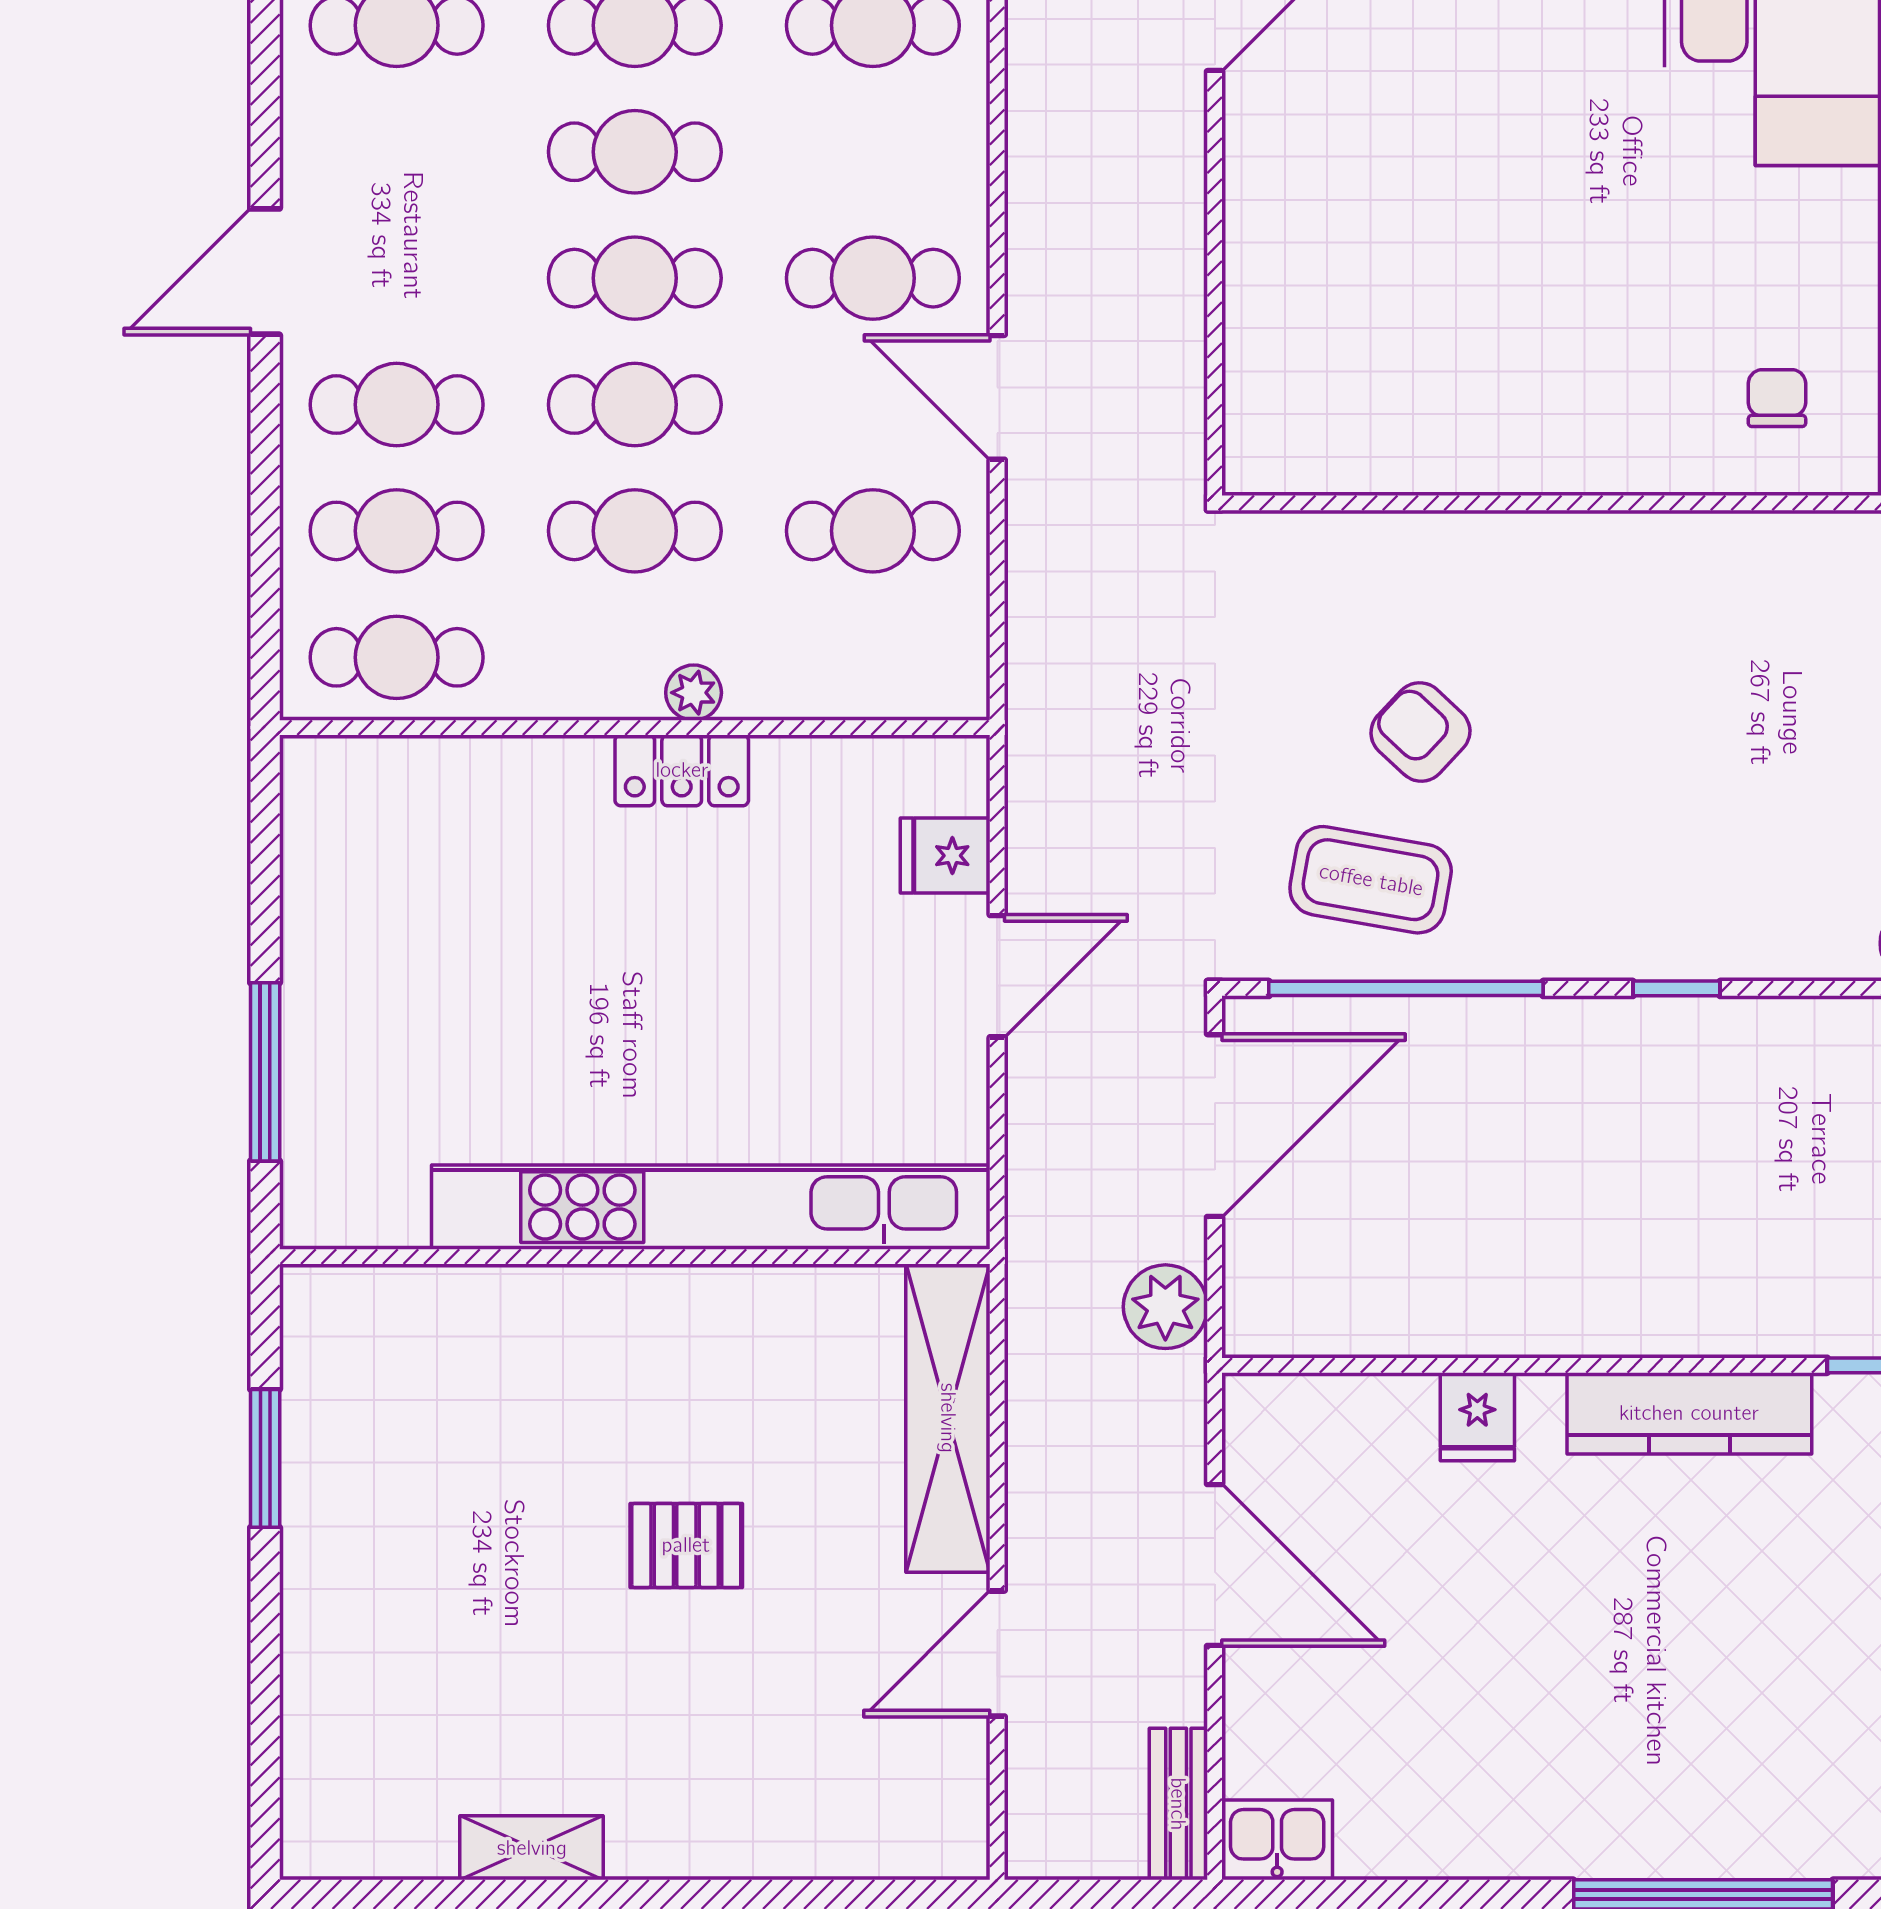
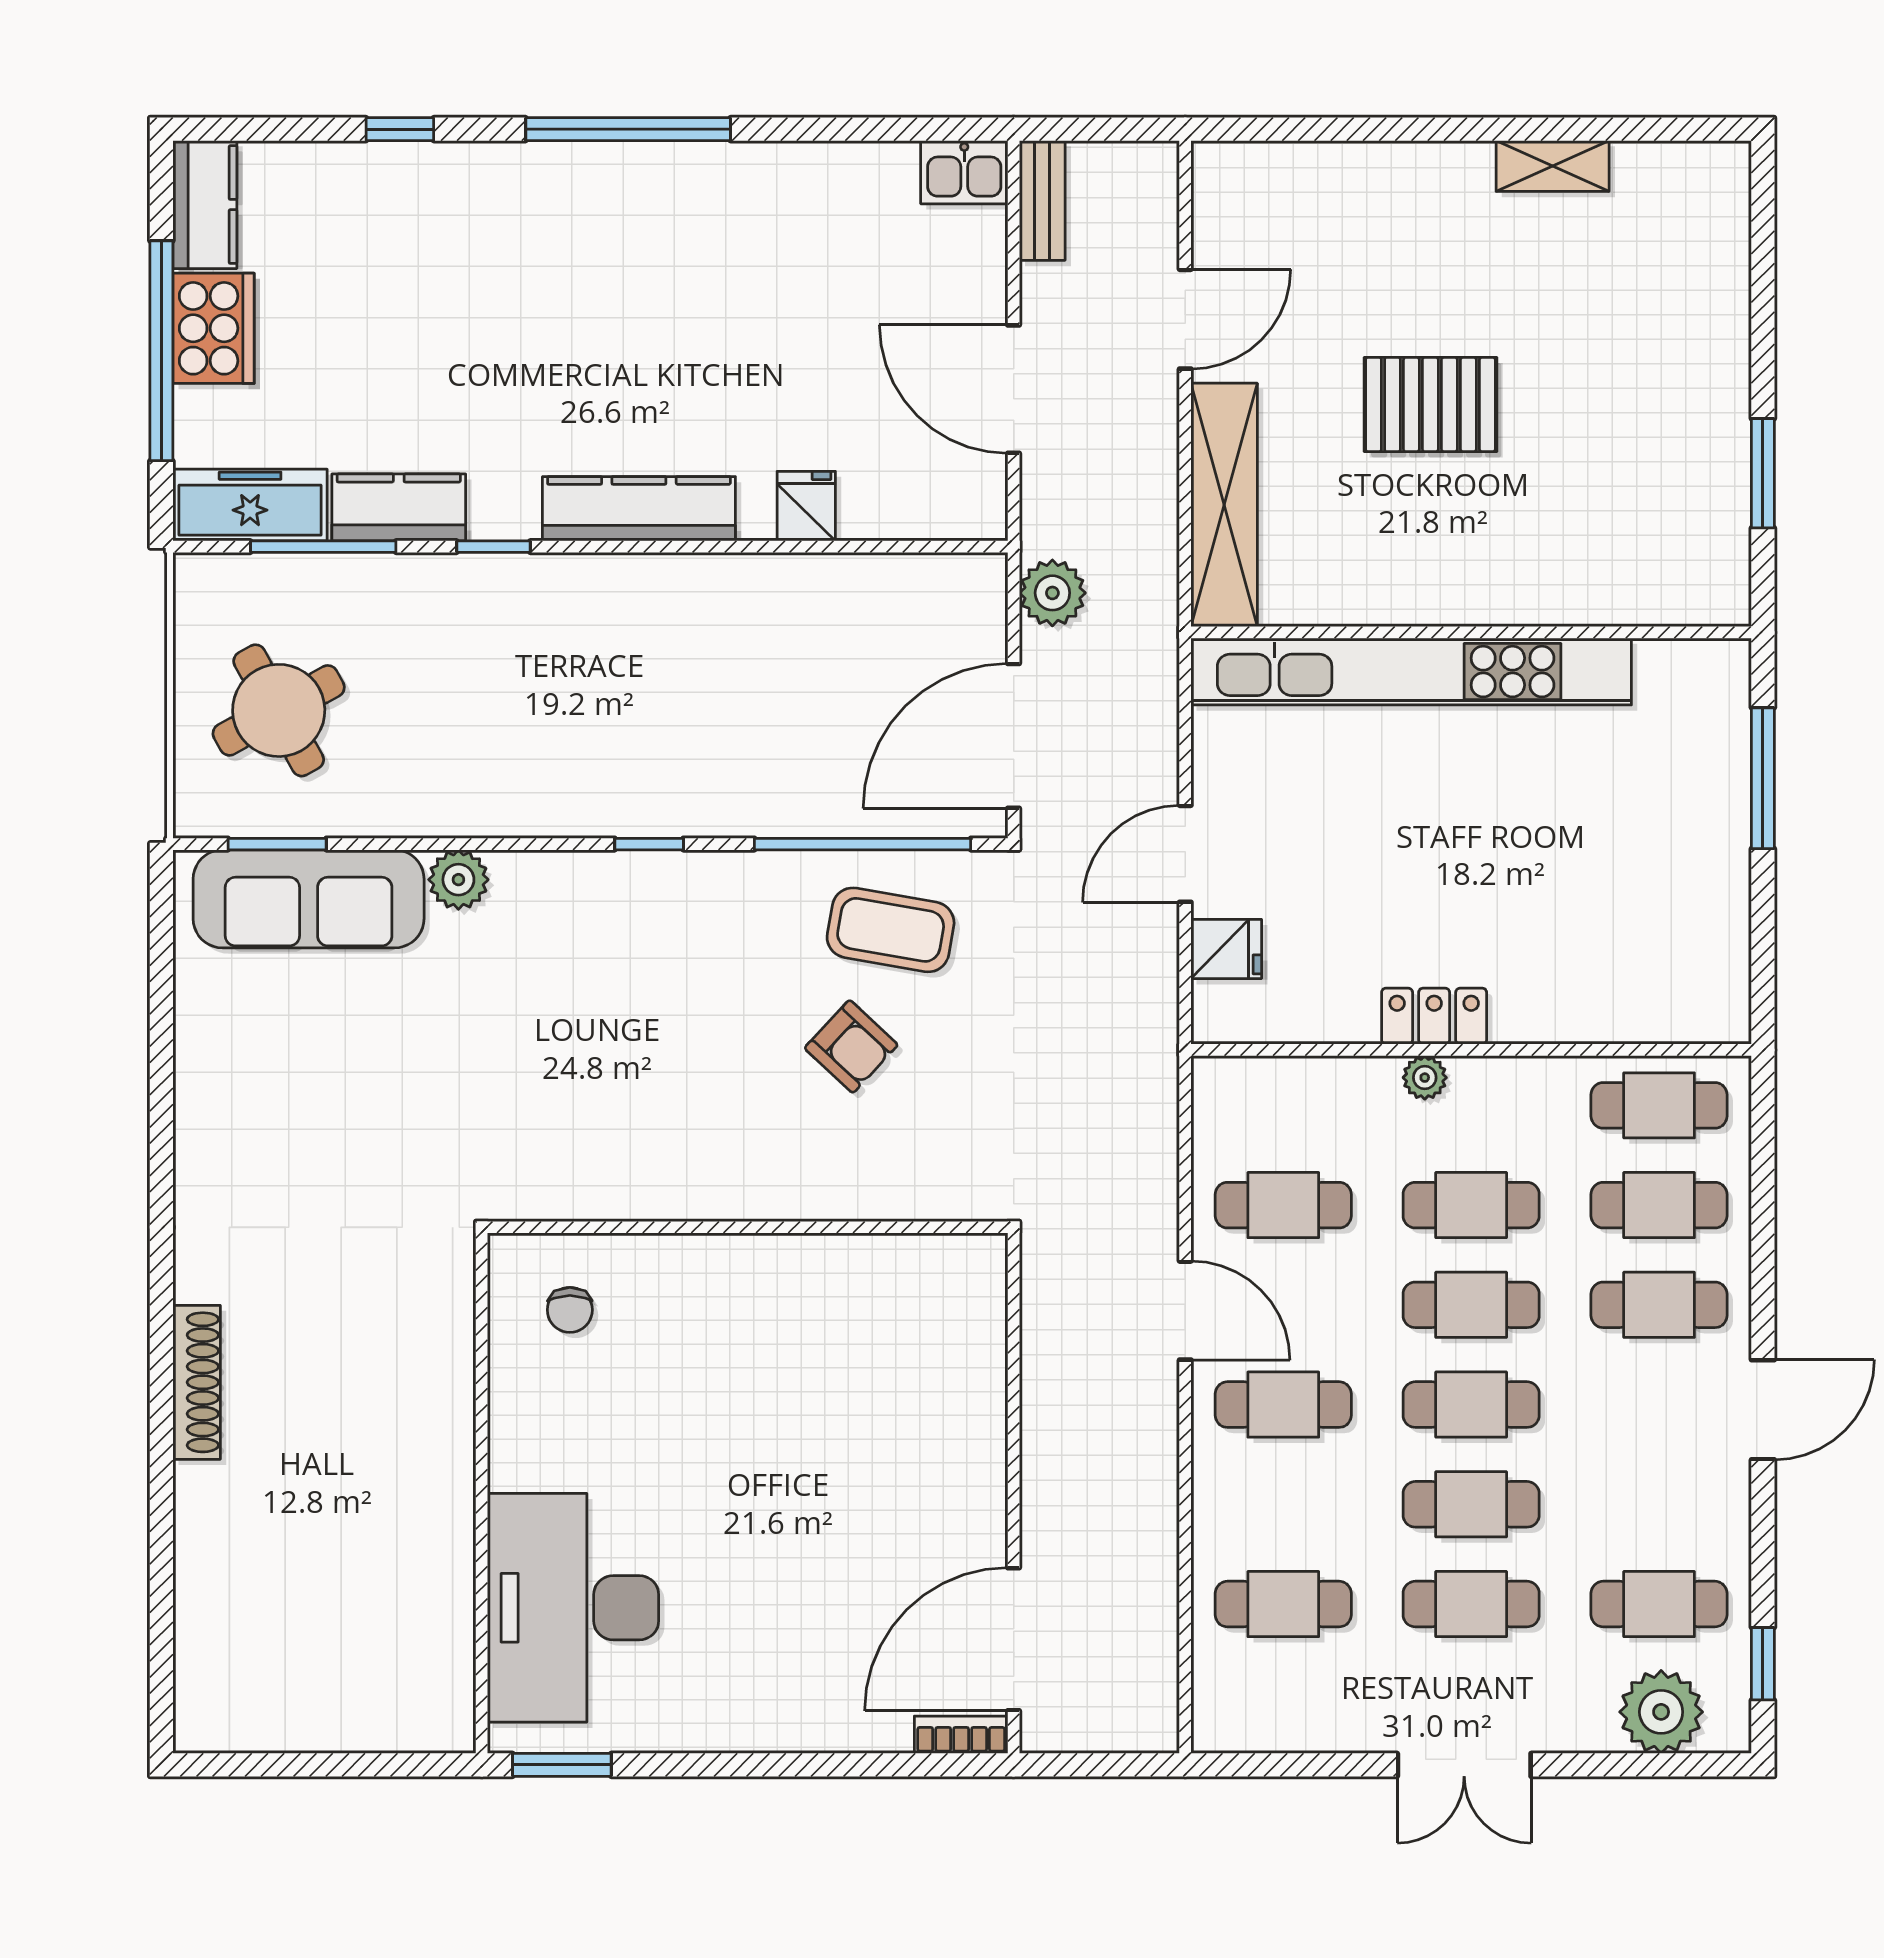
pallet: (686, 1545) -> (1430, 405), width x1.50, depth x1.42

